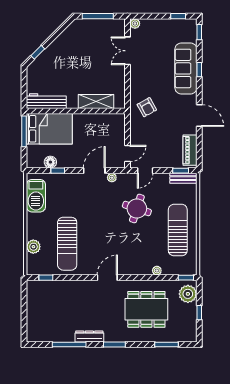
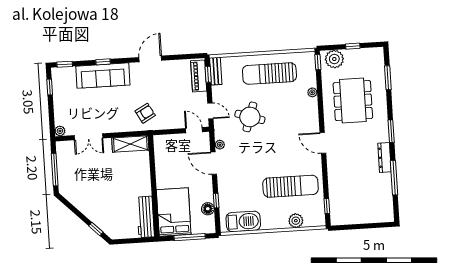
shelving: (96, 101) -> (130, 144), moved, turned 90
window: (24, 131) -> (190, 237), moved
piano: (190, 150) -> (199, 76), moved, turned 90

